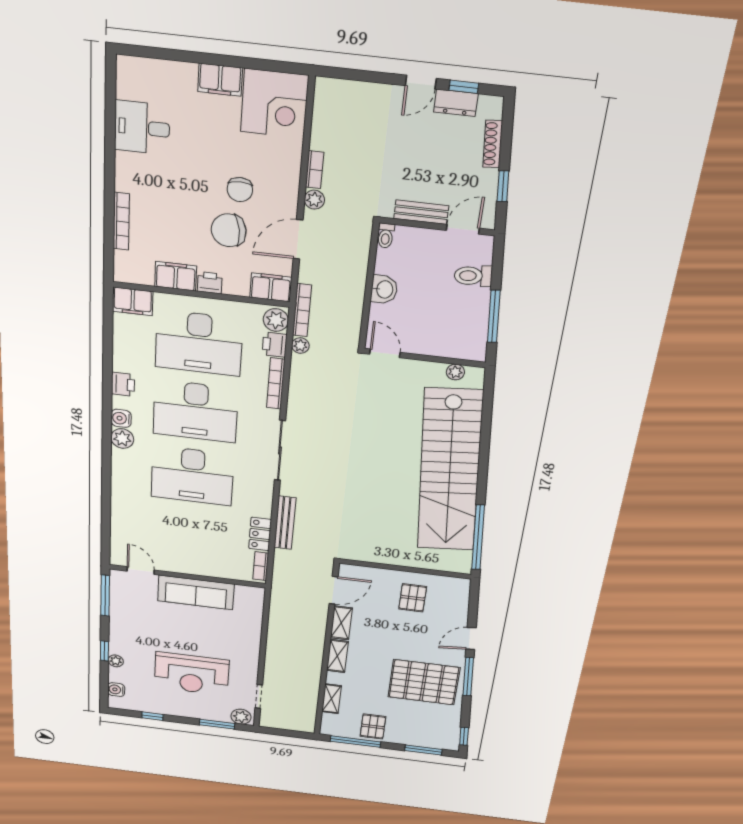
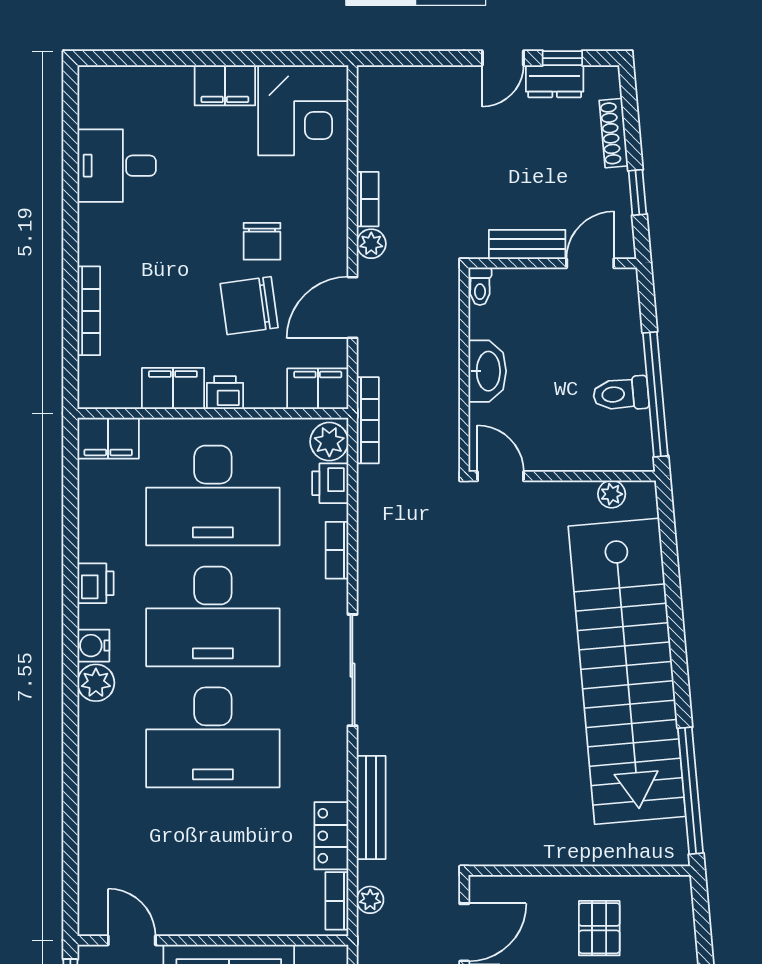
toilet: (473, 276) -> (621, 394), moved
washbasin: (384, 289) -> (487, 371), width x1.38
window: (494, 316) -> (655, 394), width x1.46
plant: (300, 346) -> (370, 900), moved
bookcase: (276, 384) -> (337, 550), width x0.64

